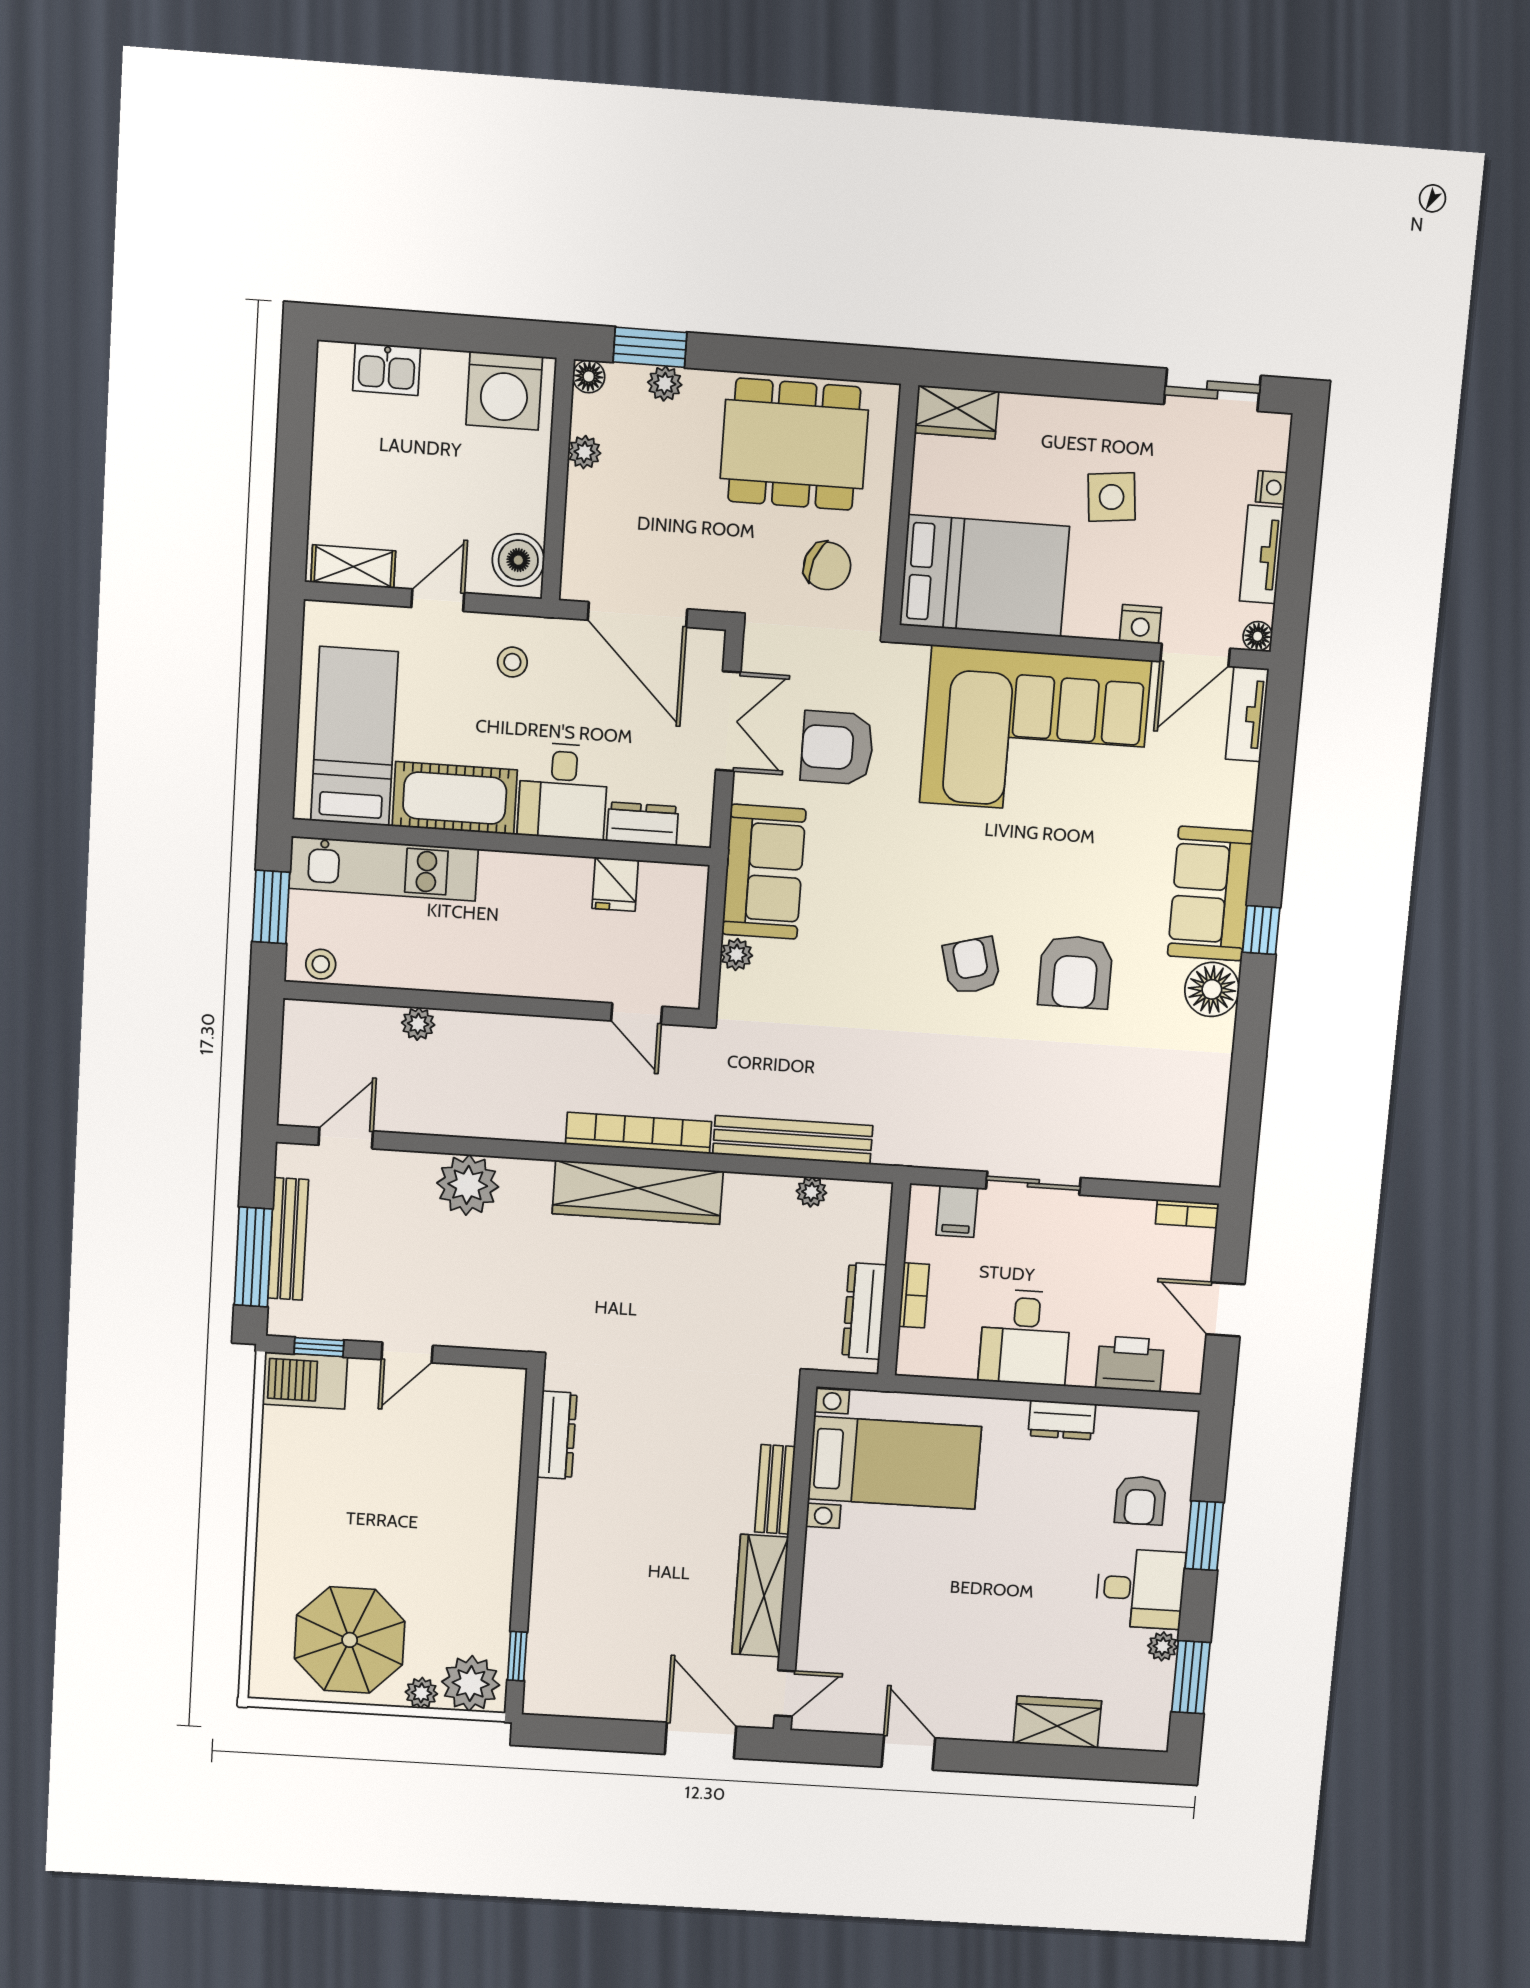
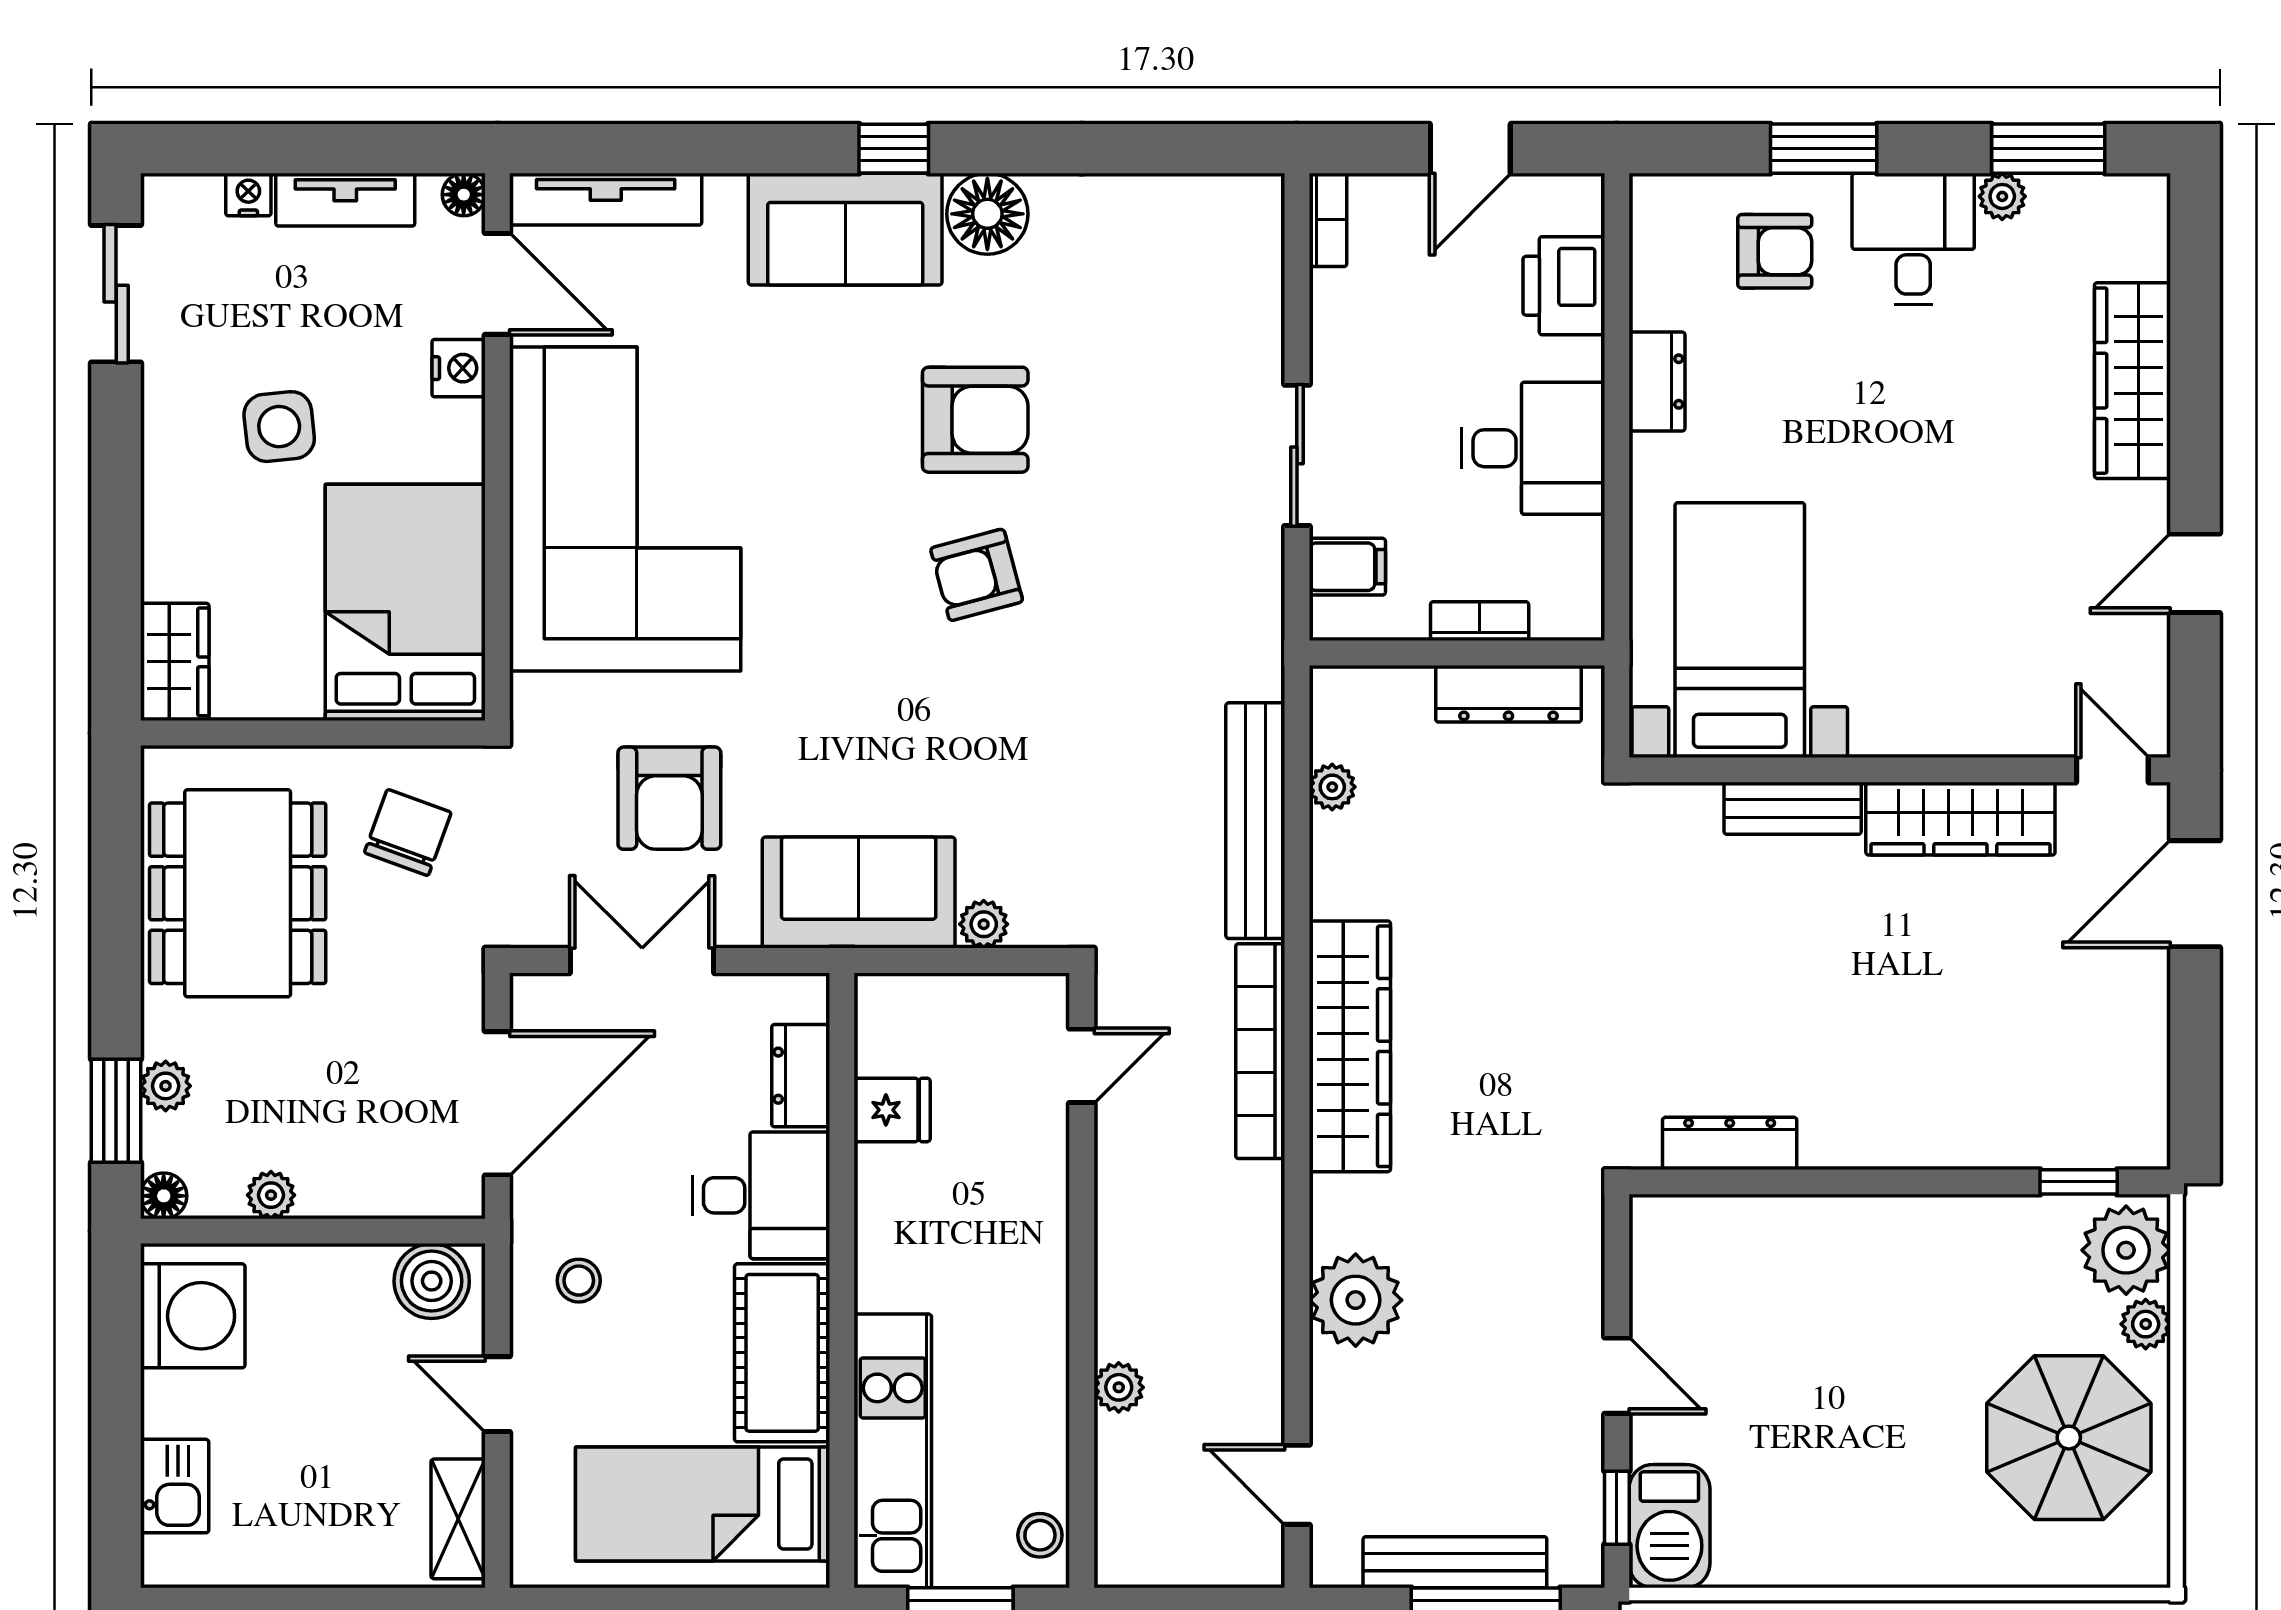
tv unit: (1247, 714) -> (606, 199), width x1.41
wardrobe: (1057, 1722) -> (2132, 381), width x1.50

